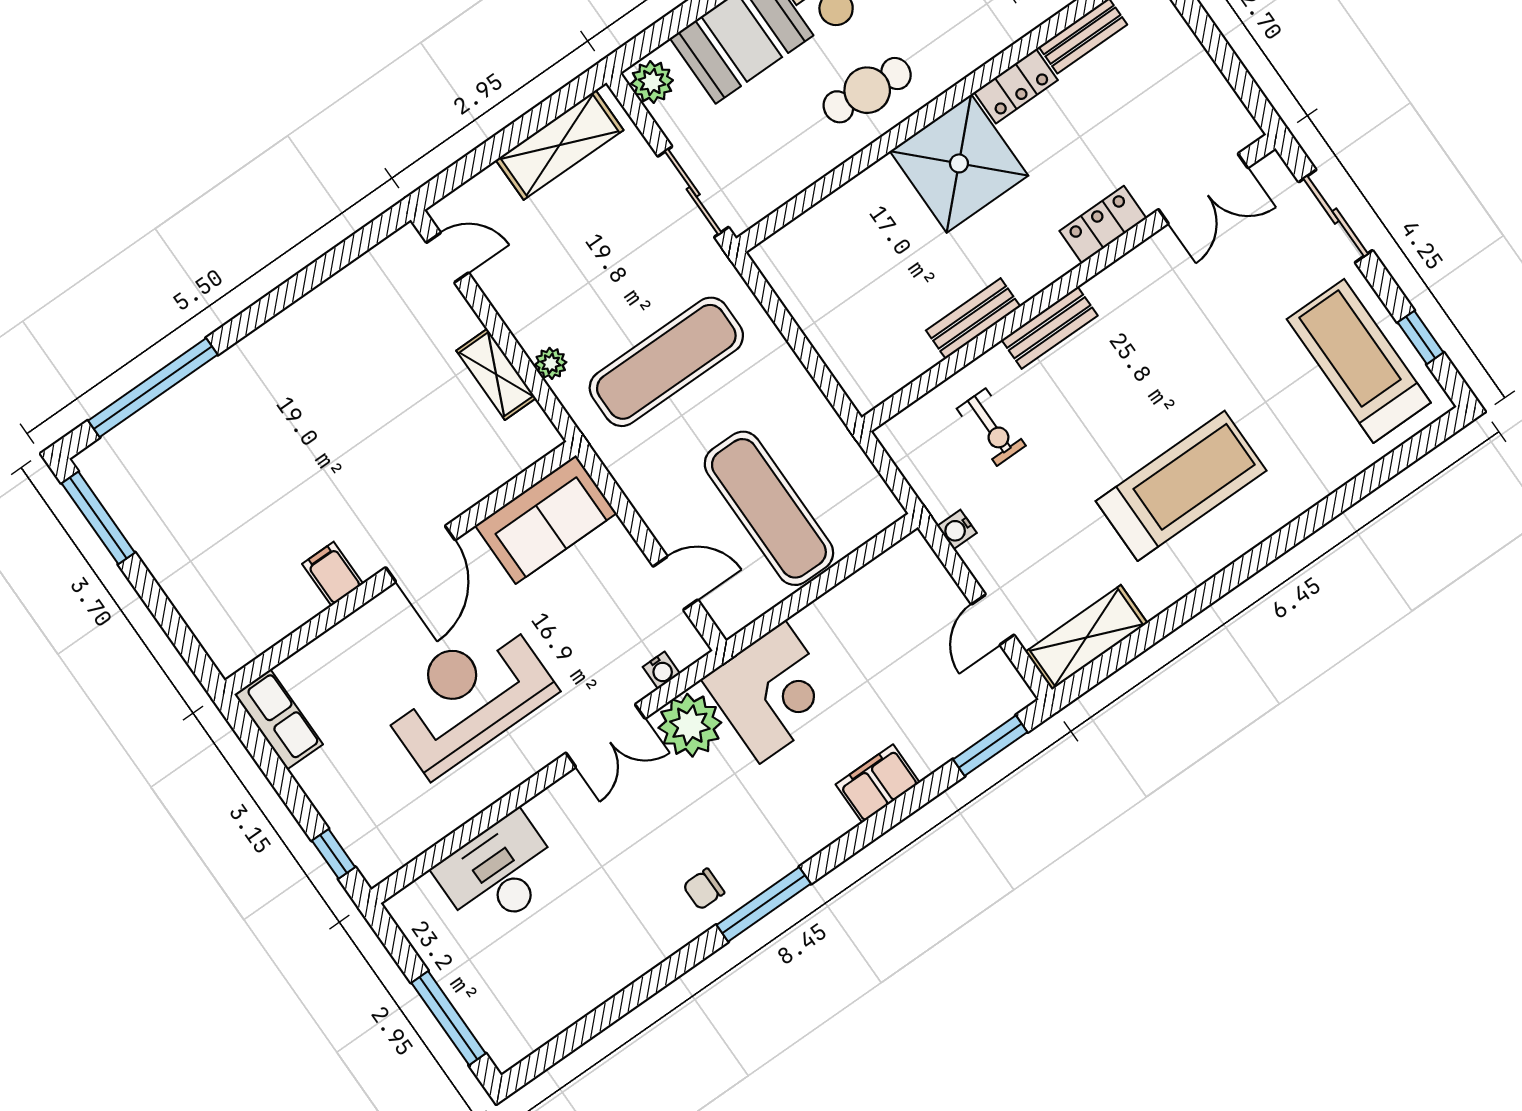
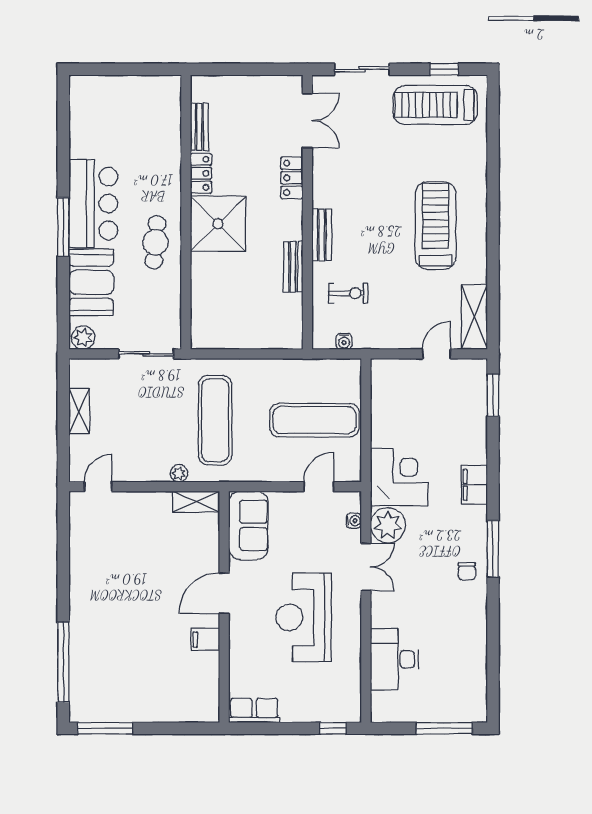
shelving: (560, 145) -> (79, 411), width x0.67, depth x0.75
shelving: (496, 374) -> (196, 502), moved
water cooler: (957, 529) -> (344, 341), moved
door: (420, 554) -> (224, 593), swing flipped
door: (993, 620) -> (436, 354), swing flipped
filing cabinet: (878, 784) -> (474, 485), moved

